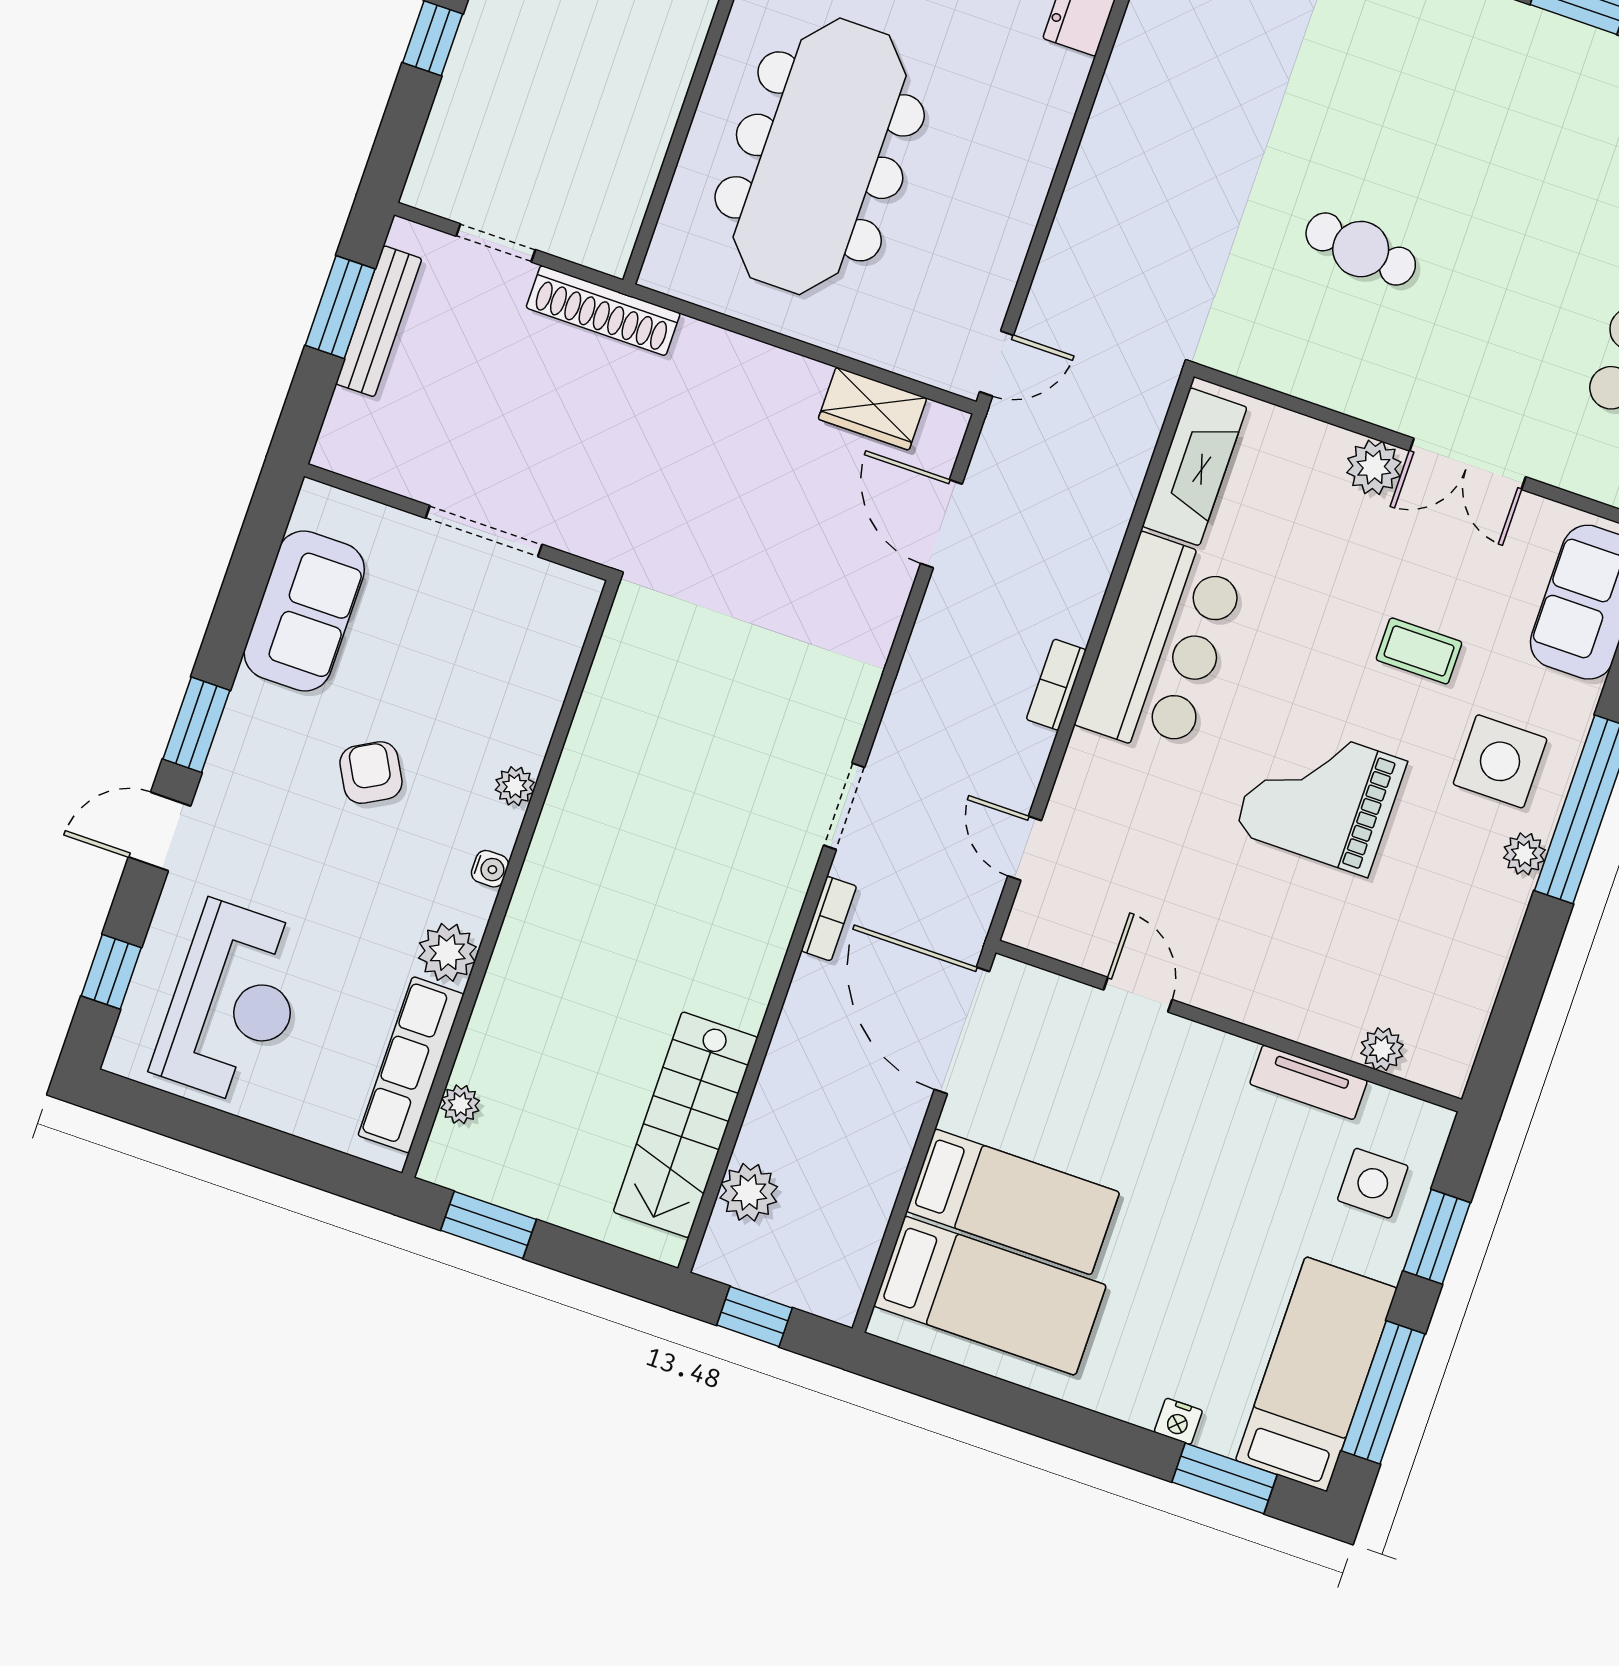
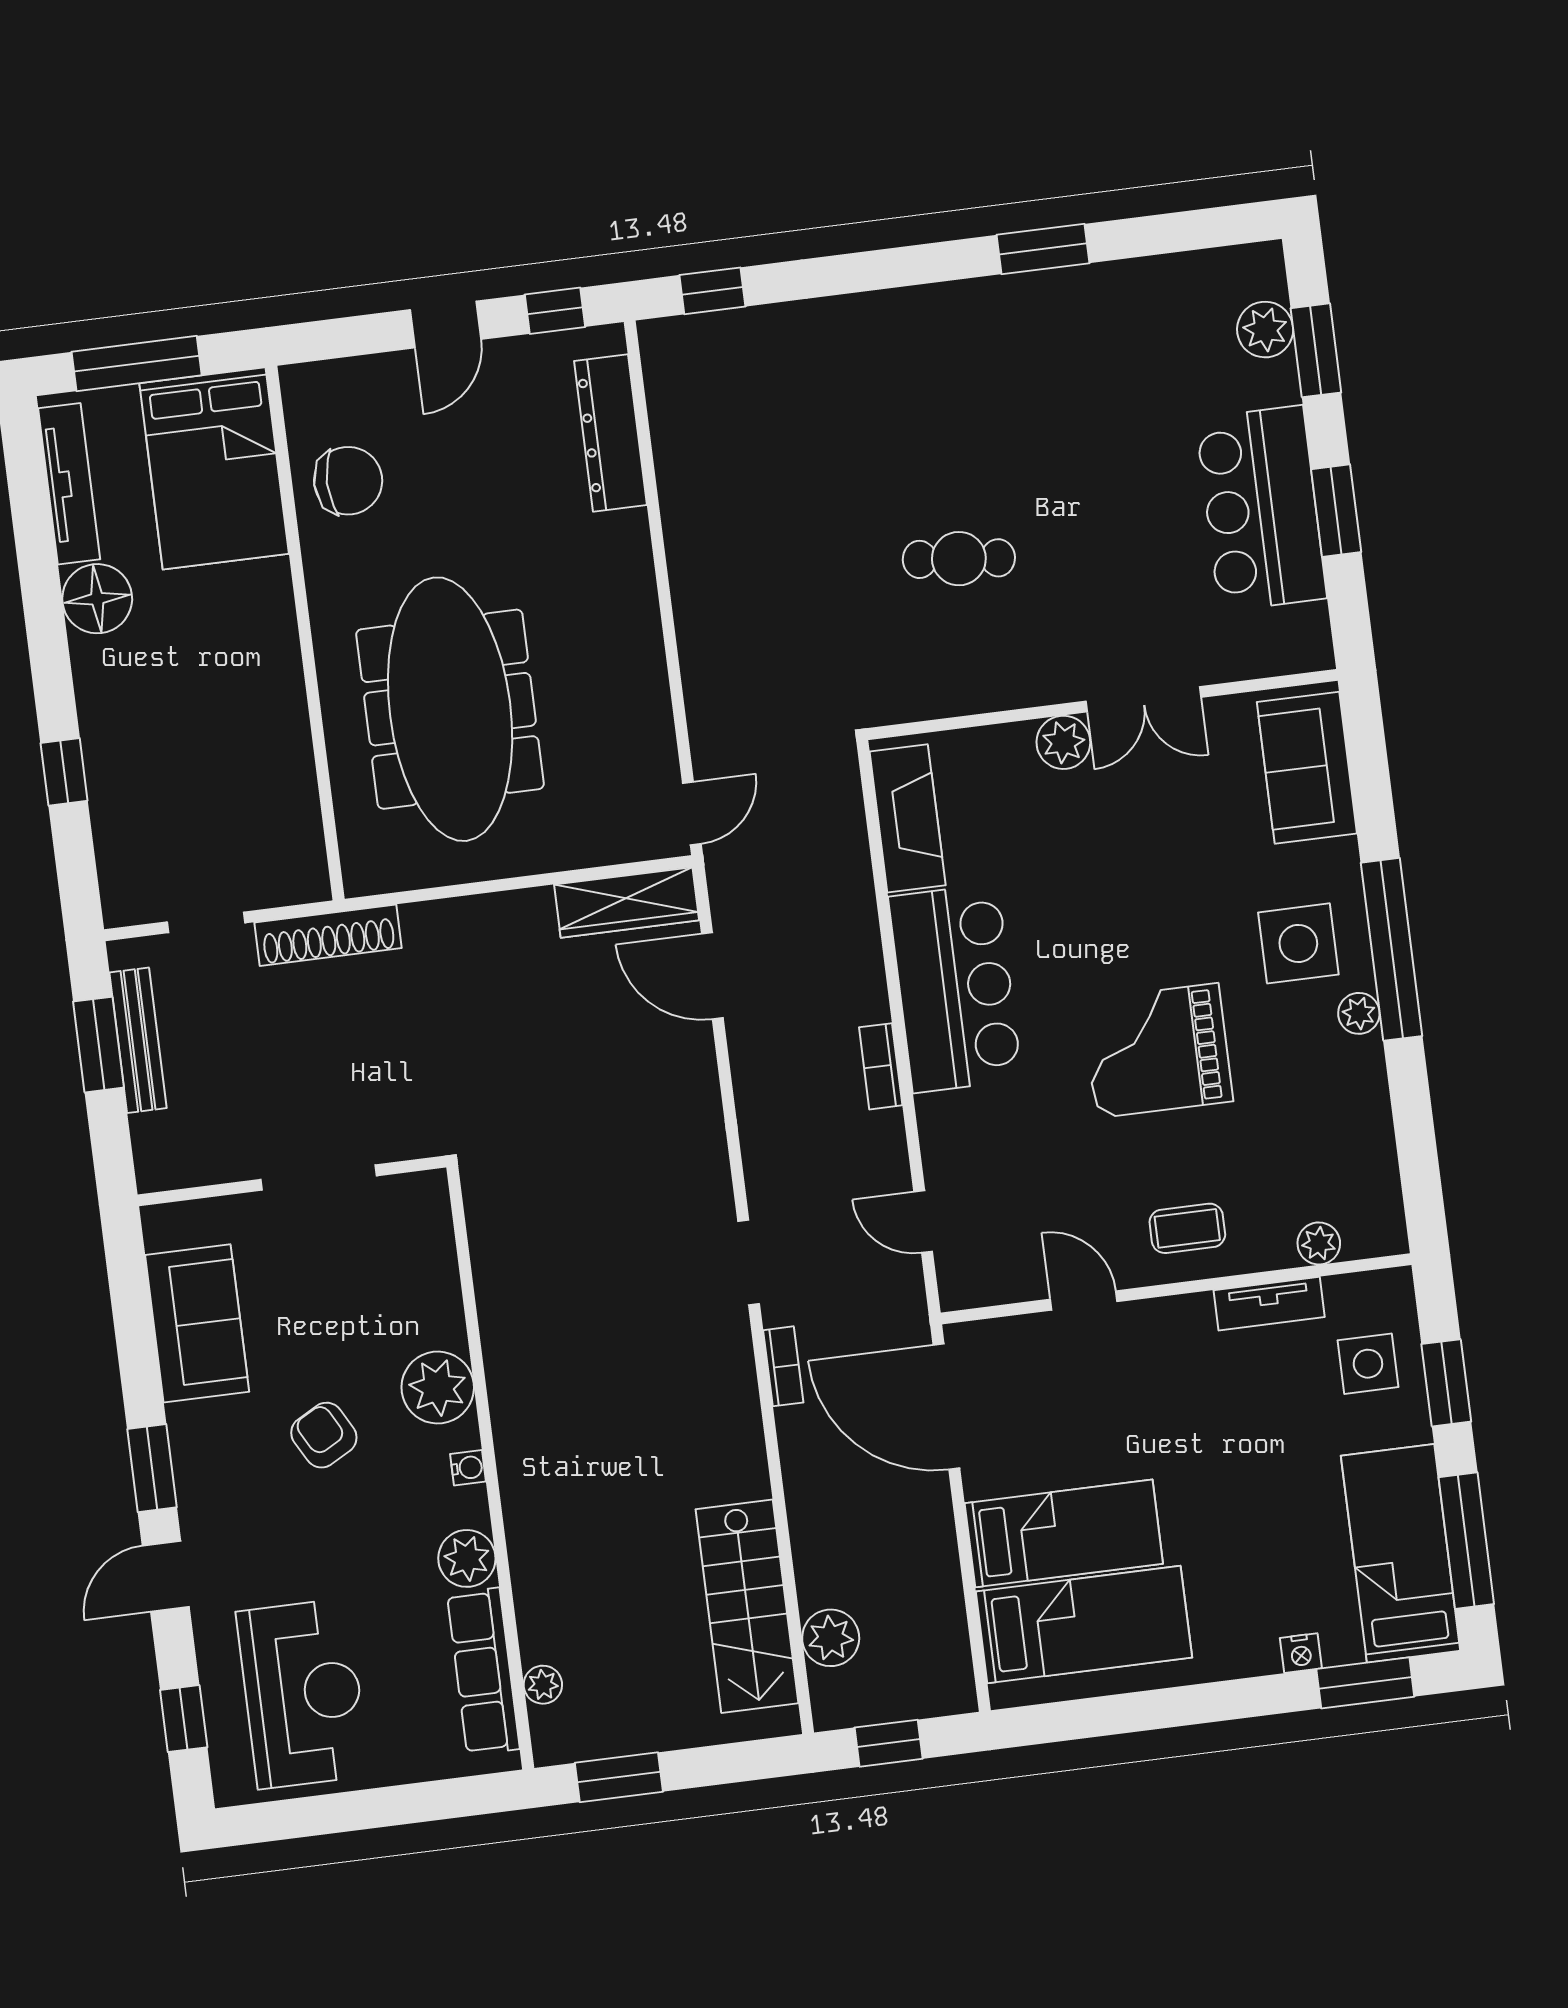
wardrobe: (872, 409) -> (627, 902), width x1.50
coffee table: (1419, 651) -> (1187, 1228), moved
plant: (515, 786) -> (438, 1388), width x1.88, depth x1.88

